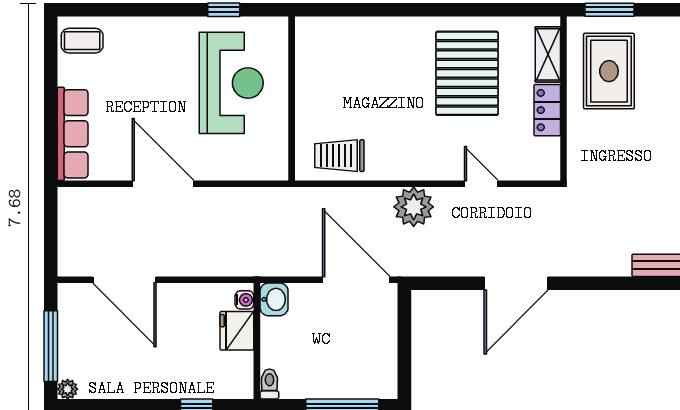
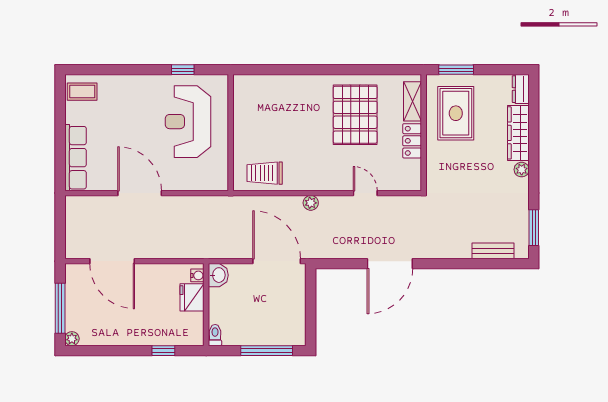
reception desk: (231, 83) -> (188, 122), turned 180
plant: (414, 207) -> (311, 203), width x0.53, depth x0.53

